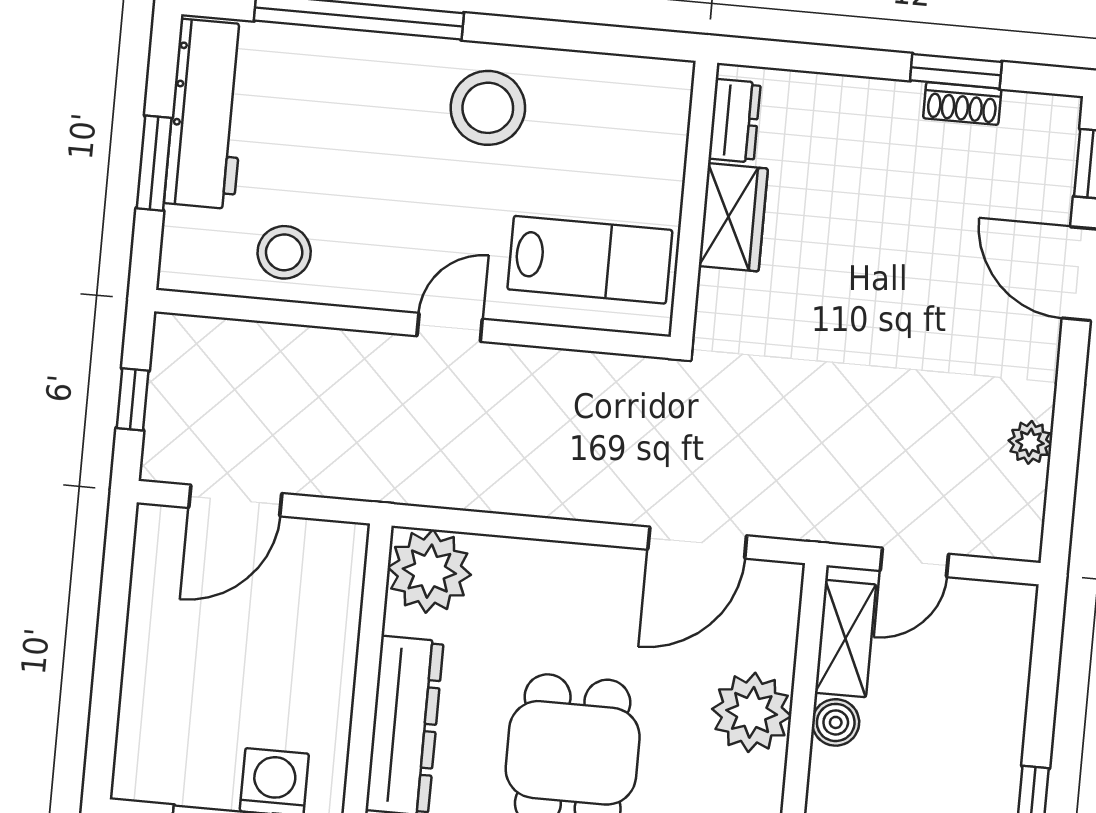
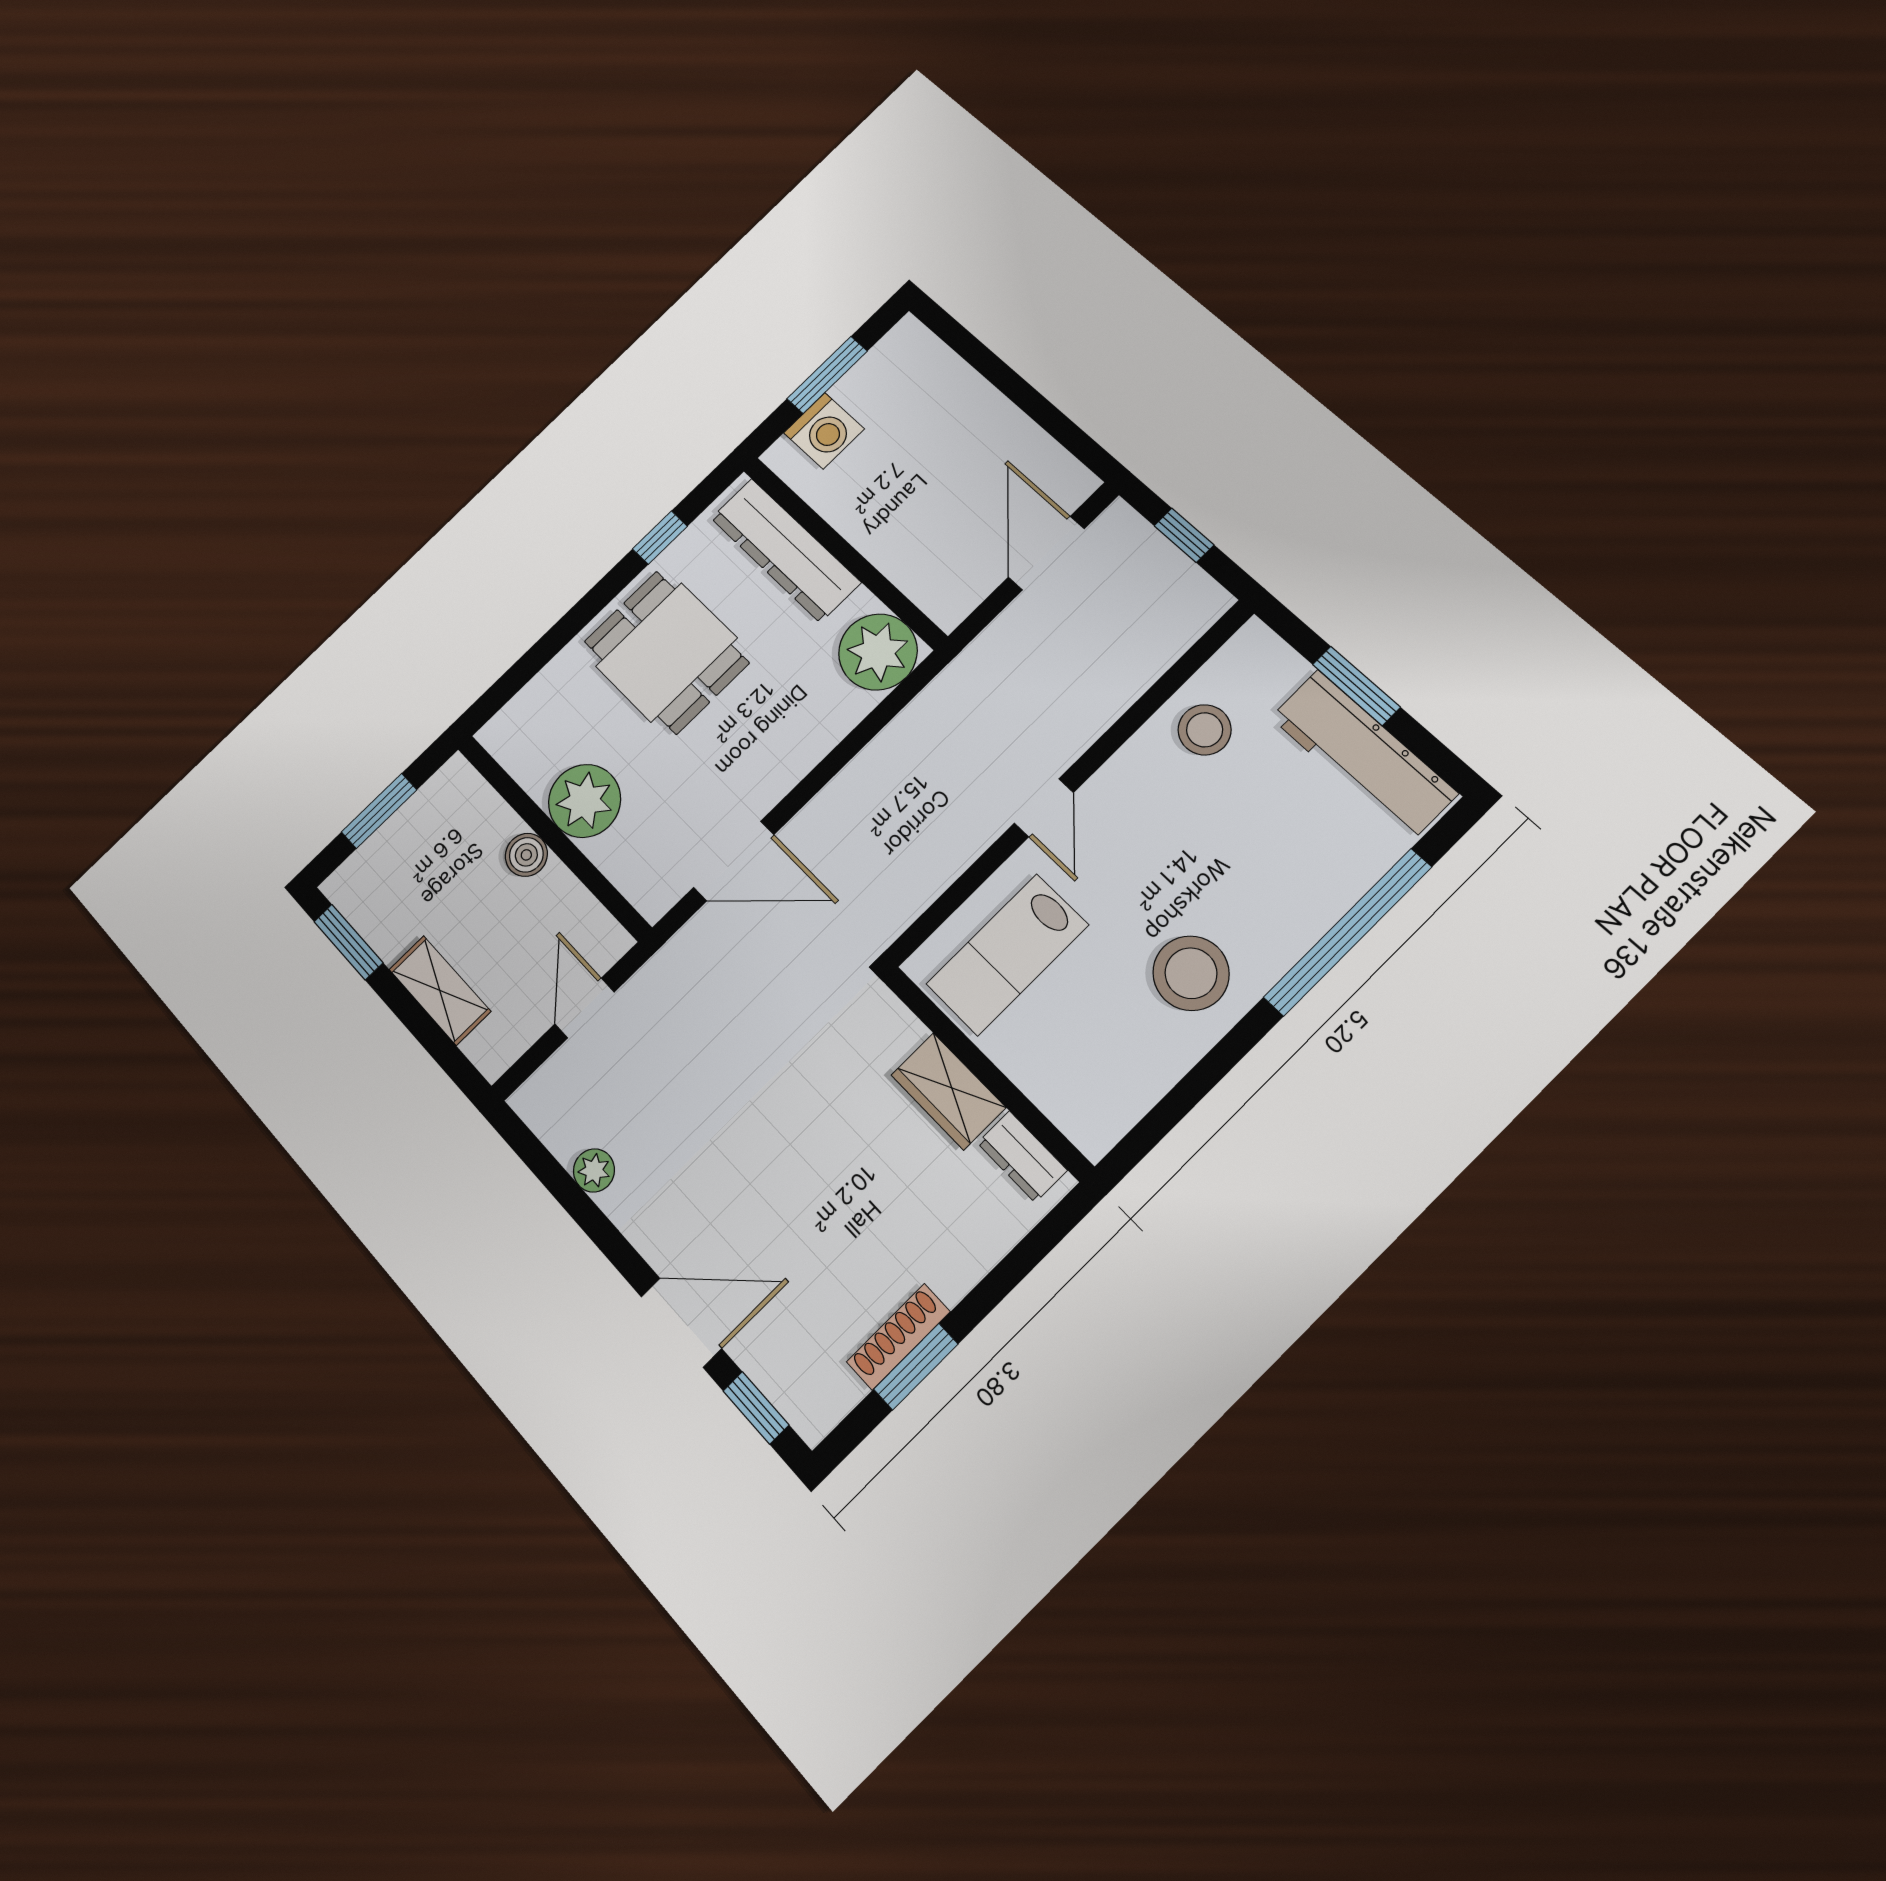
shoe rack: (962, 103) -> (898, 1337), width x1.43
door: (697, 543) -> (734, 861), swing flipped
shelving: (845, 639) -> (440, 990), moved

